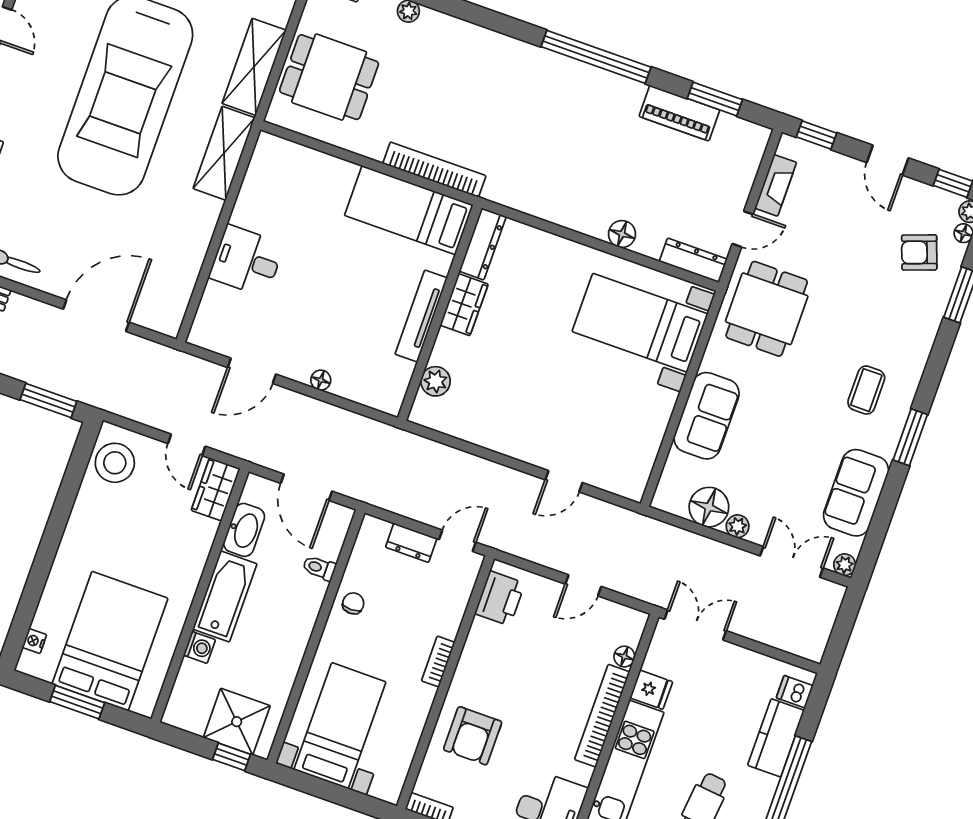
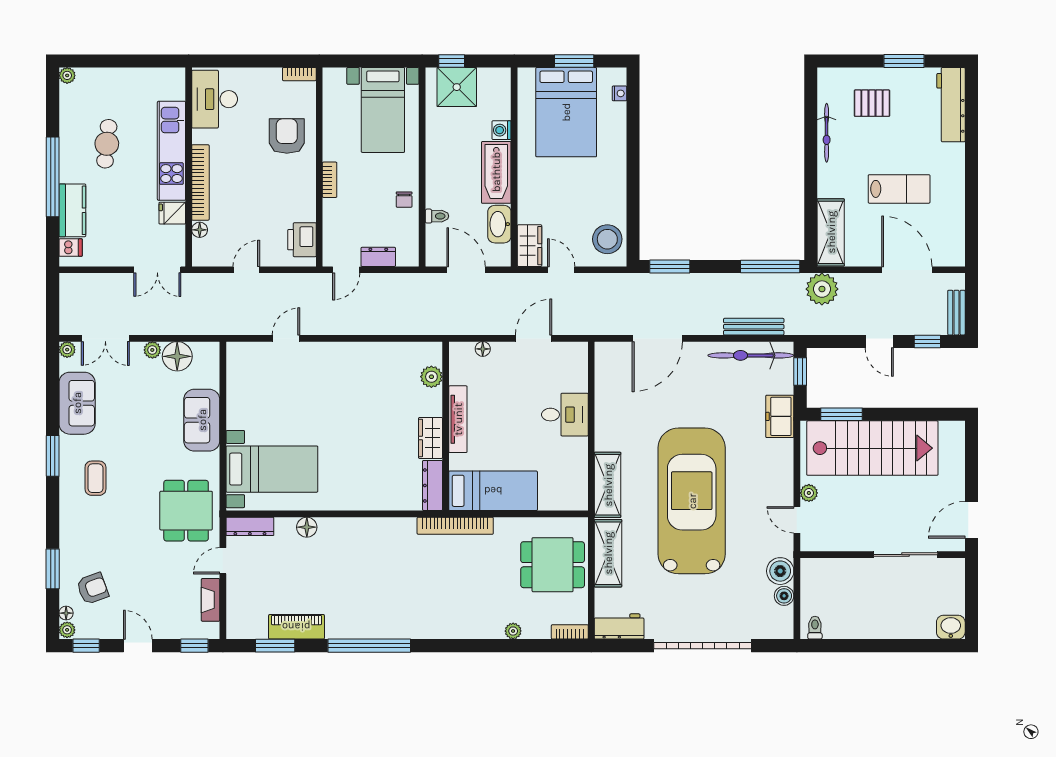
bed: (409, 210) -> (493, 491), moved
dresser: (483, 244) -> (433, 485), moved
wardrobe: (464, 305) -> (431, 438), moved
wall: (440, 313) -> (446, 426), moved
tv unit: (421, 316) -> (458, 419), moved
plant: (436, 381) -> (431, 377), moved

